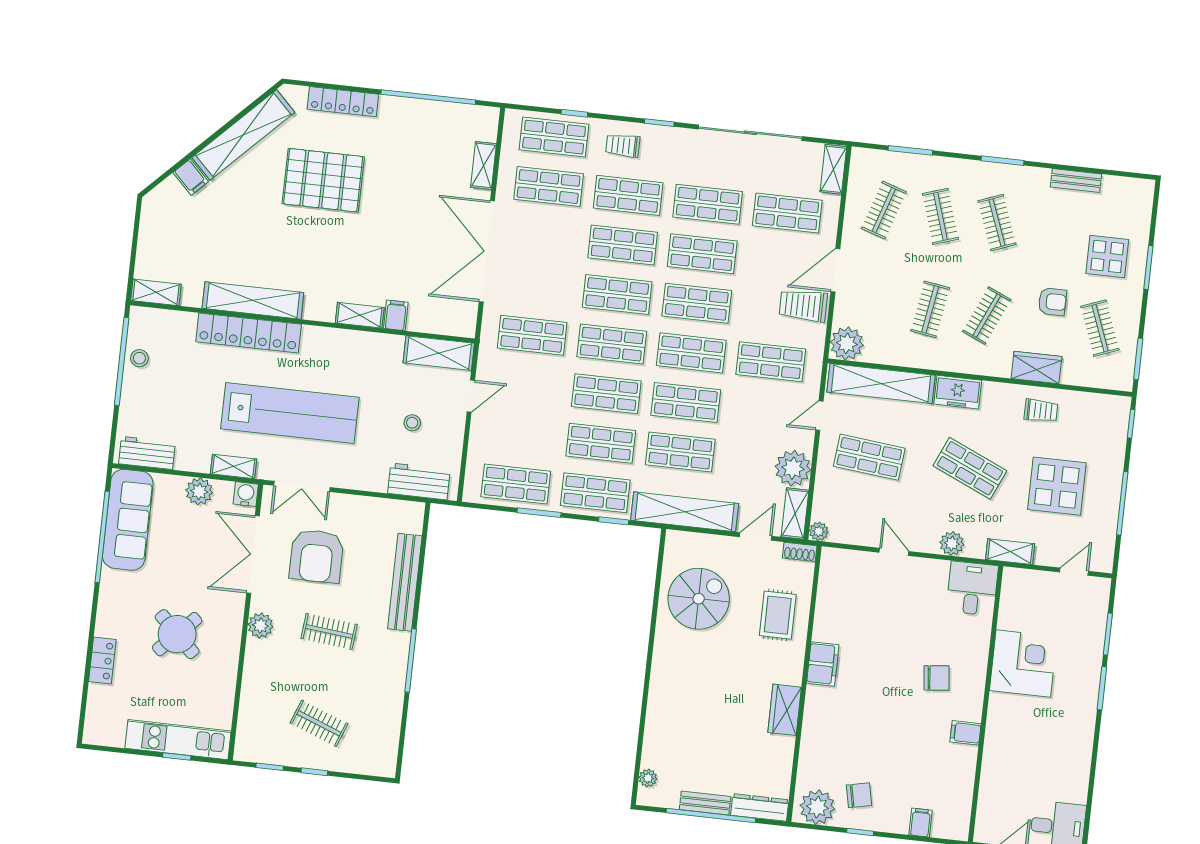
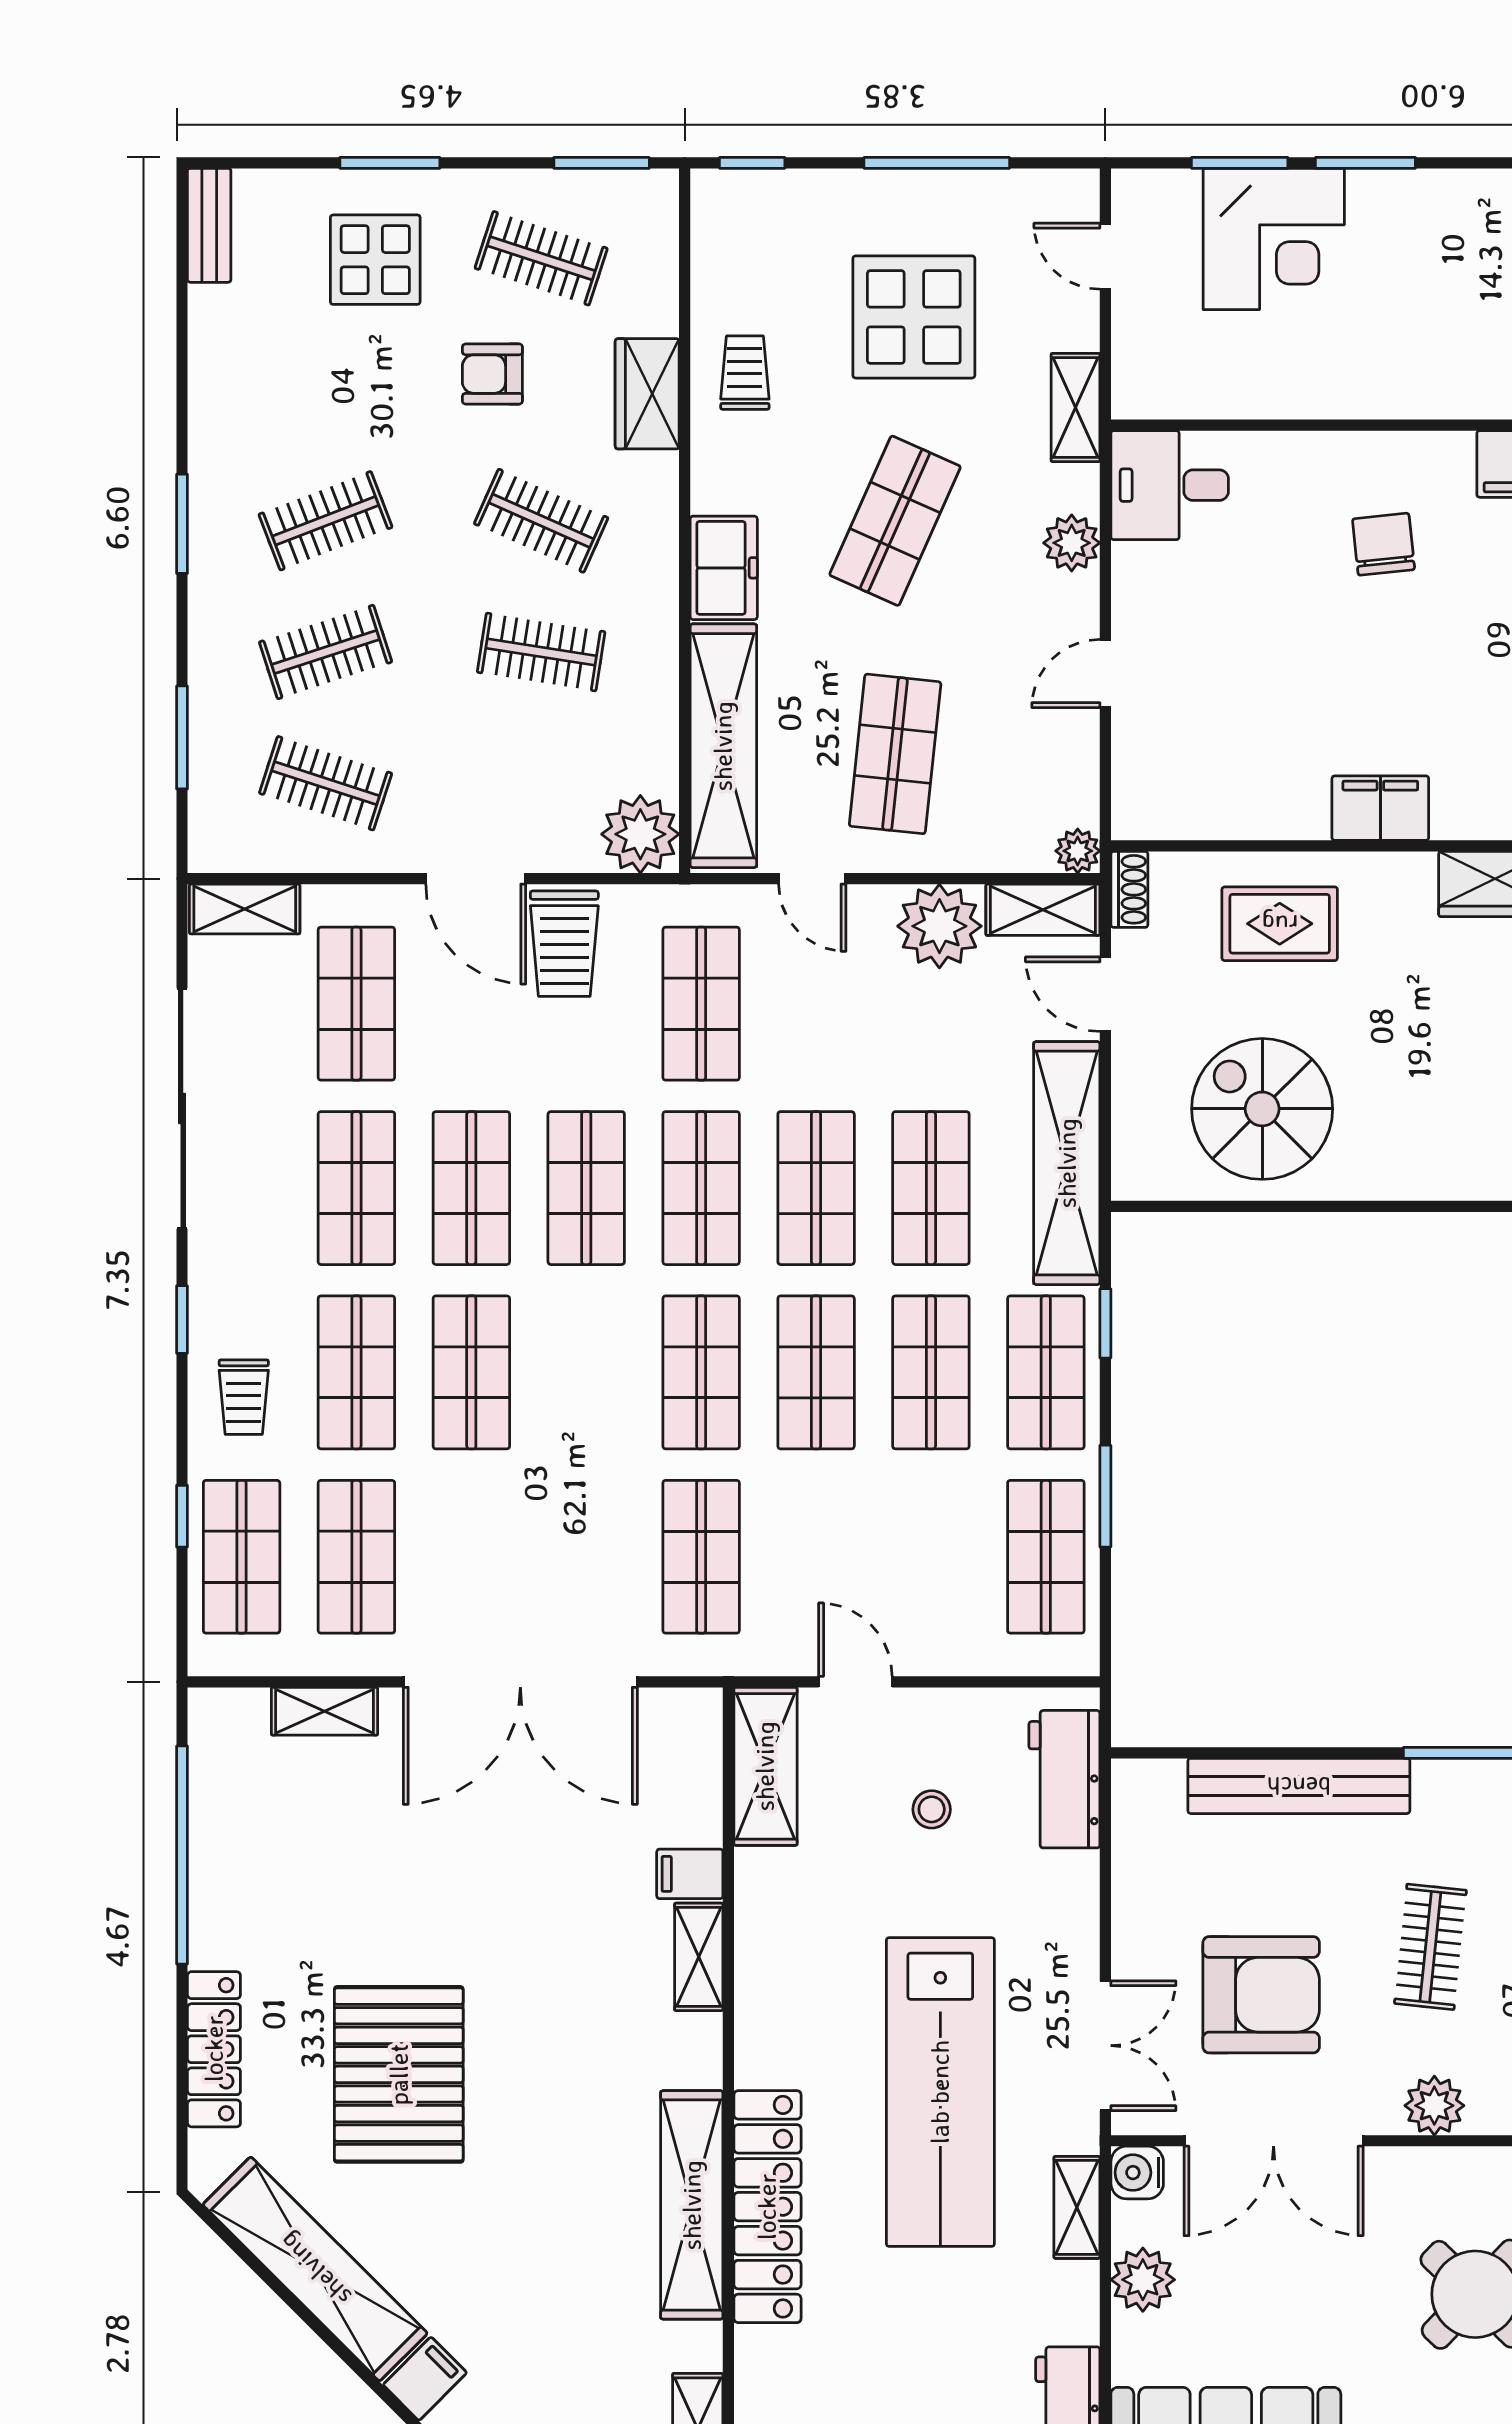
bench: (1076, 181) -> (209, 225), moved
shop shelf: (617, 295) -> (586, 1372), removed
armchair: (1052, 302) -> (492, 374), turned -90
clothes rail: (1100, 328) -> (541, 258), turned 39
lab bench: (290, 413) -> (940, 2092), turned 180
corner desk: (1023, 663) -> (1274, 239), moved, turned 180

